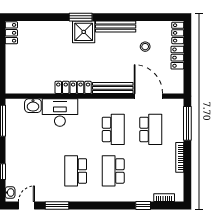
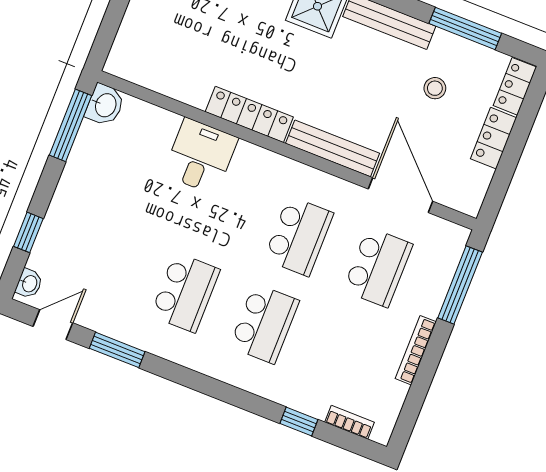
window: (148, 17) -> (465, 28), added
washbasin: (33, 106) -> (105, 105), moved, turned -90
desk: (60, 112) -> (200, 156), width x0.73
school desk: (76, 171) -> (185, 293), turned 180
school desk: (113, 171) -> (264, 324), turned 180

